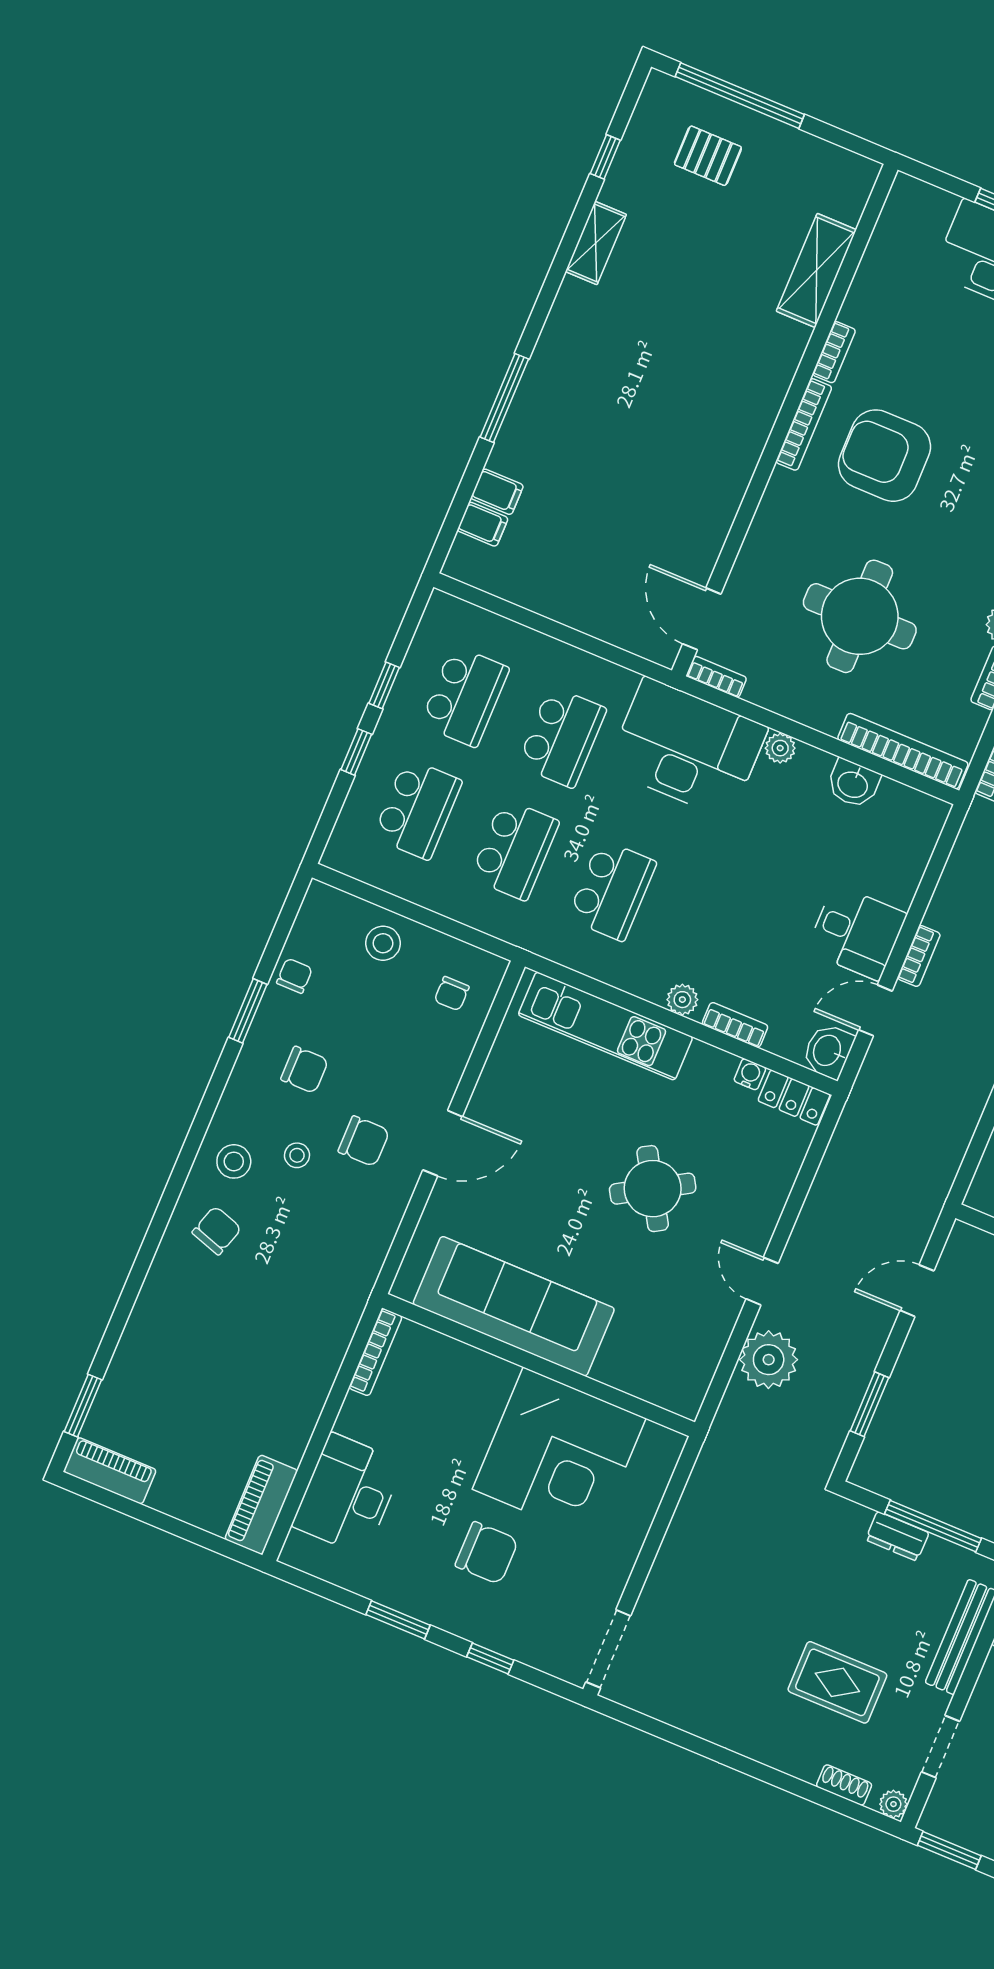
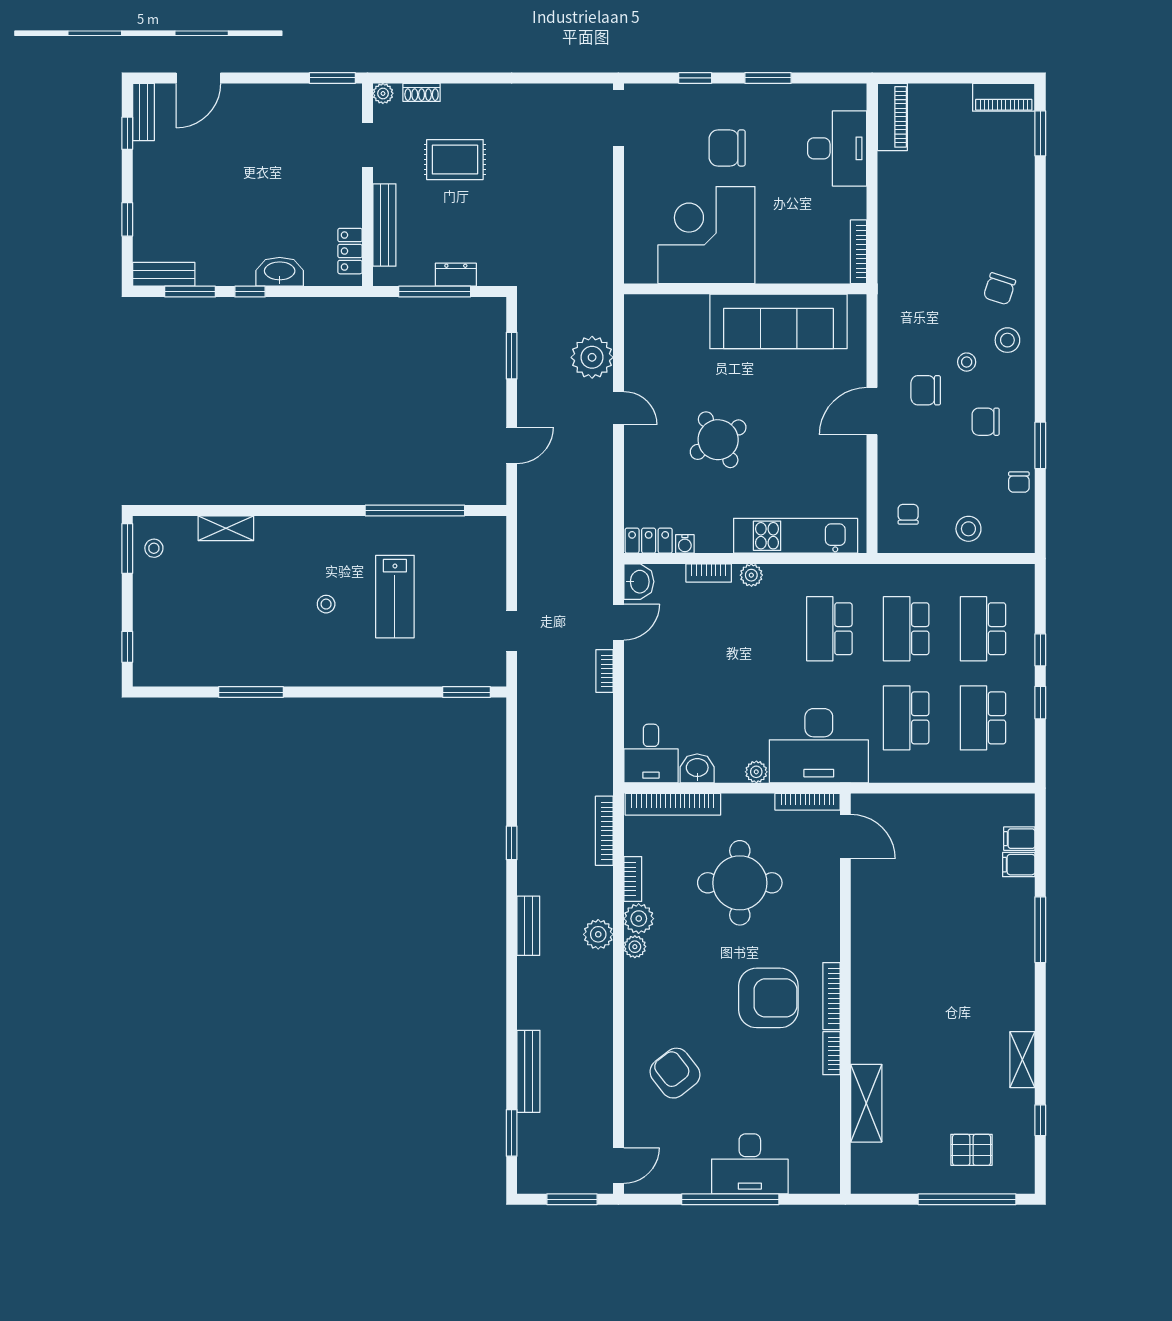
bookcase: (716, 677) -> (807, 802), width x1.56
desk: (857, 932) -> (651, 754), moved, turned -90

